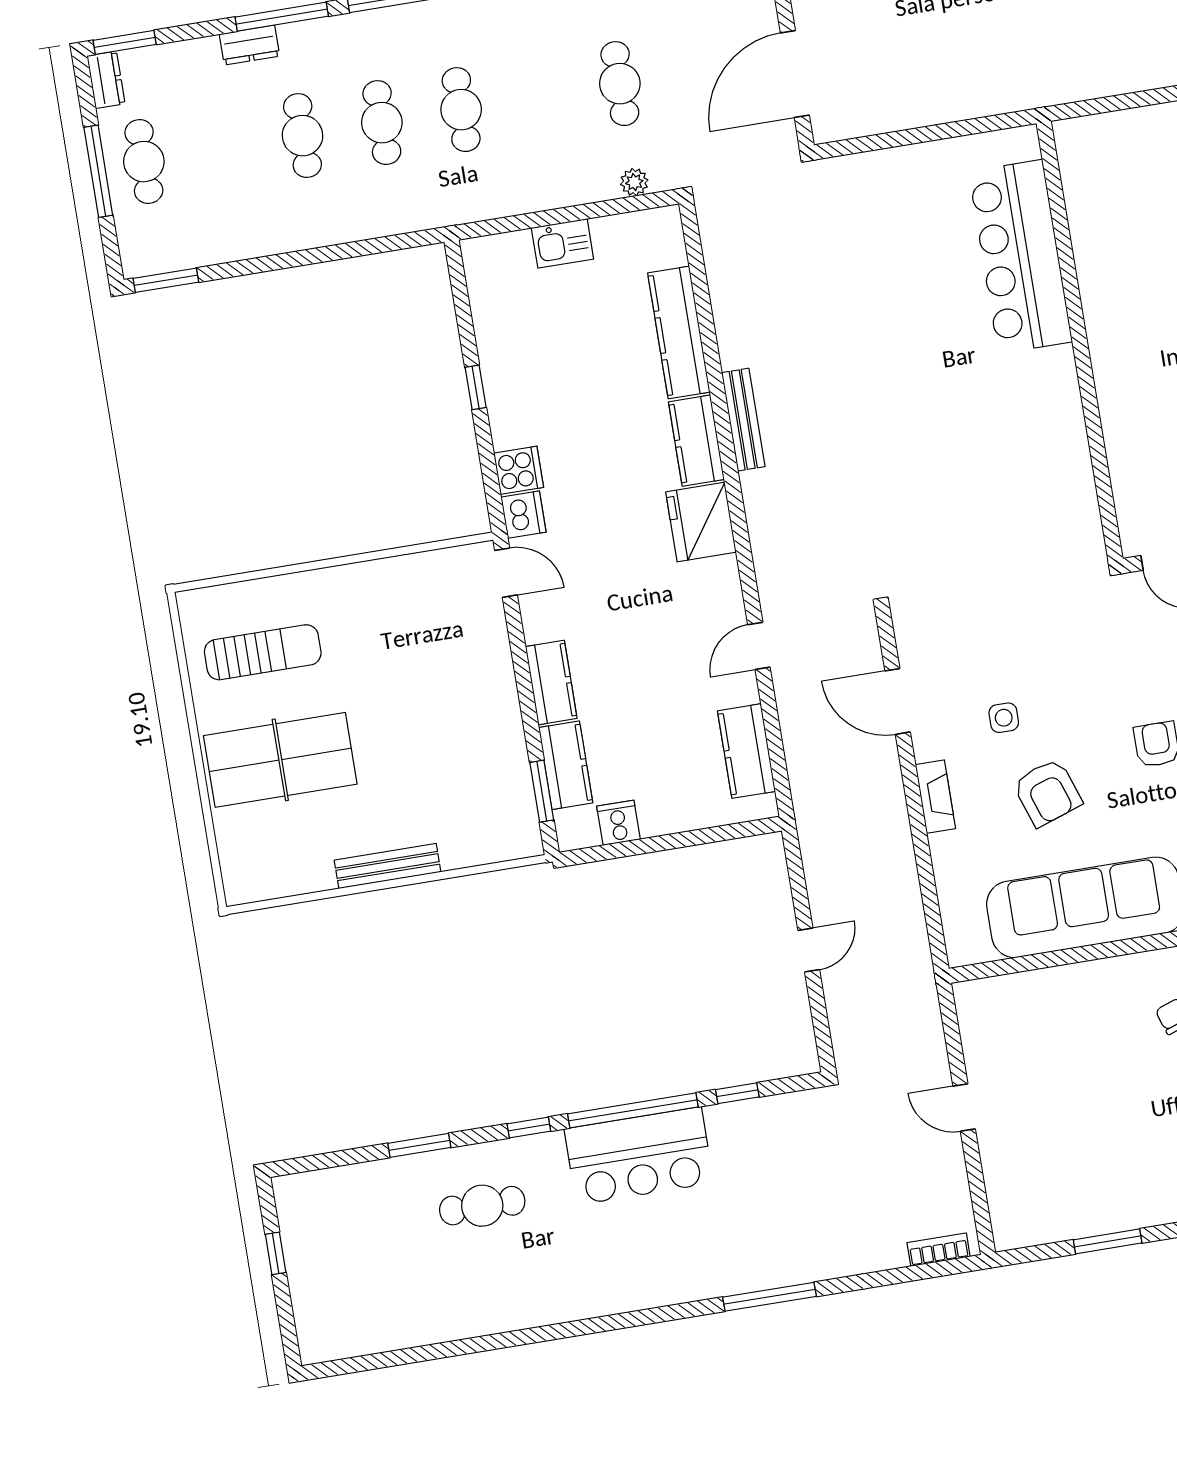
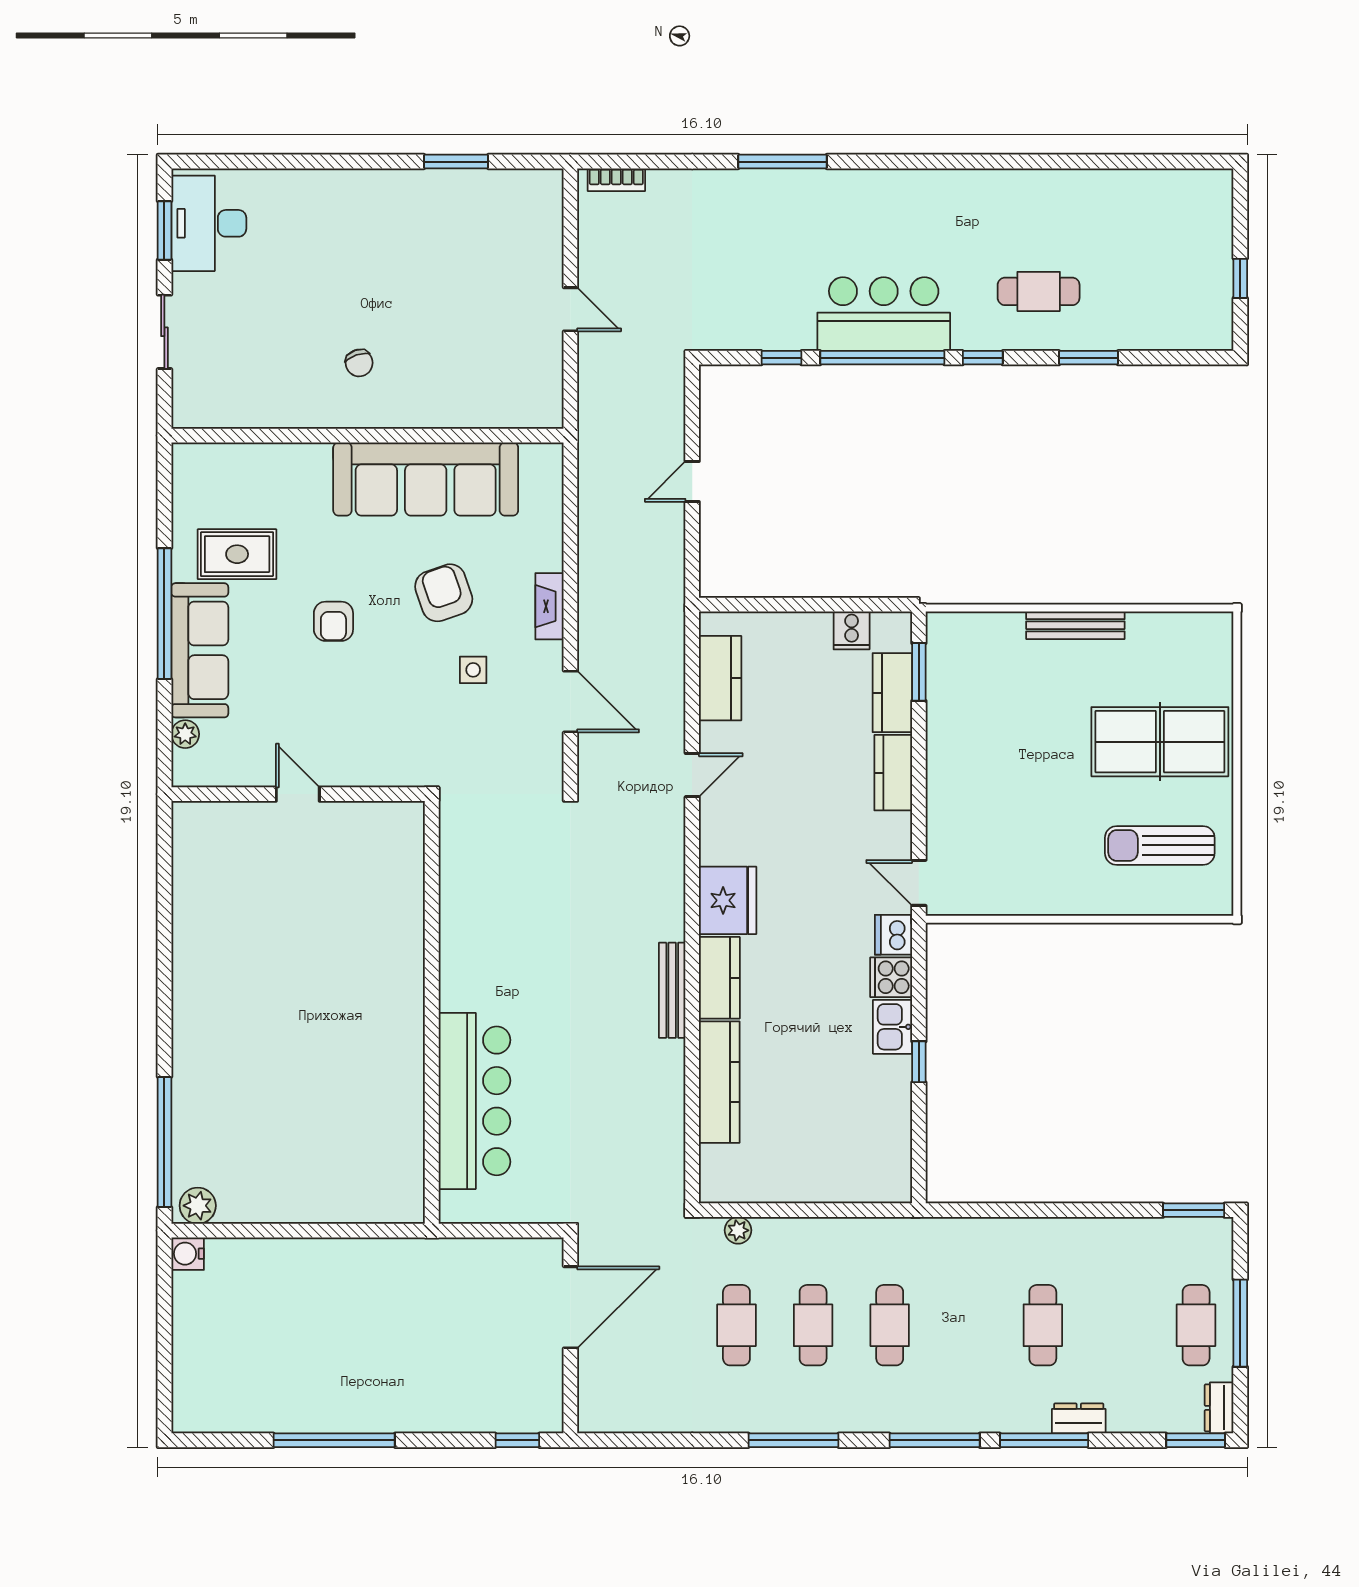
cafe table: (382, 123) -> (813, 1325), moved
kitchen sink: (562, 243) -> (893, 1027), moved, turned -90
bar counter: (1020, 257) -> (474, 1101), moved
wall: (1080, 341) -> (432, 1012), moved

